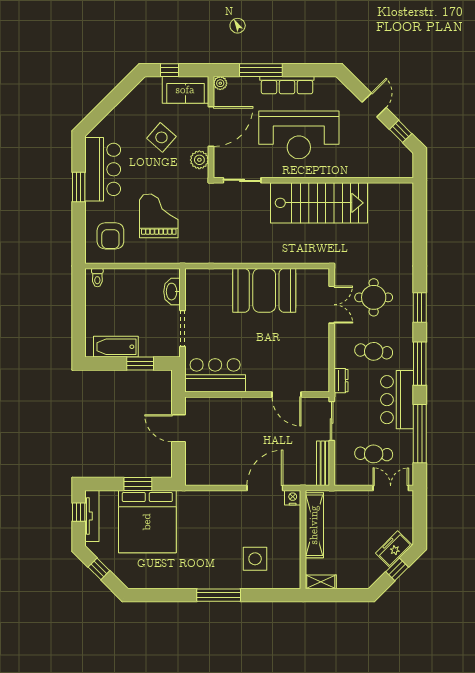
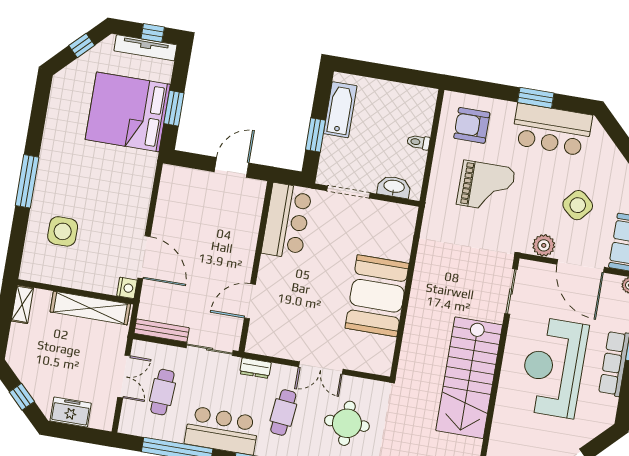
toilet: (97, 278) -> (418, 142), moved
double door: (332, 305) -> (321, 368), moved
double door: (391, 488) -> (124, 376), moved
freezer: (394, 549) -> (71, 412), moved, turned -45

